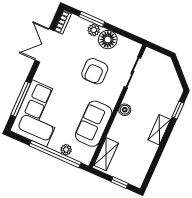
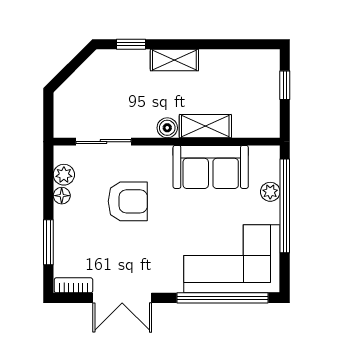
plant: (94, 30) -> (64, 175), moved
floor lamp: (108, 40) -> (62, 196), width x0.53, depth x0.53
window: (21, 99) -> (223, 298), width x1.46
shelving: (106, 154) -> (205, 126), moved

